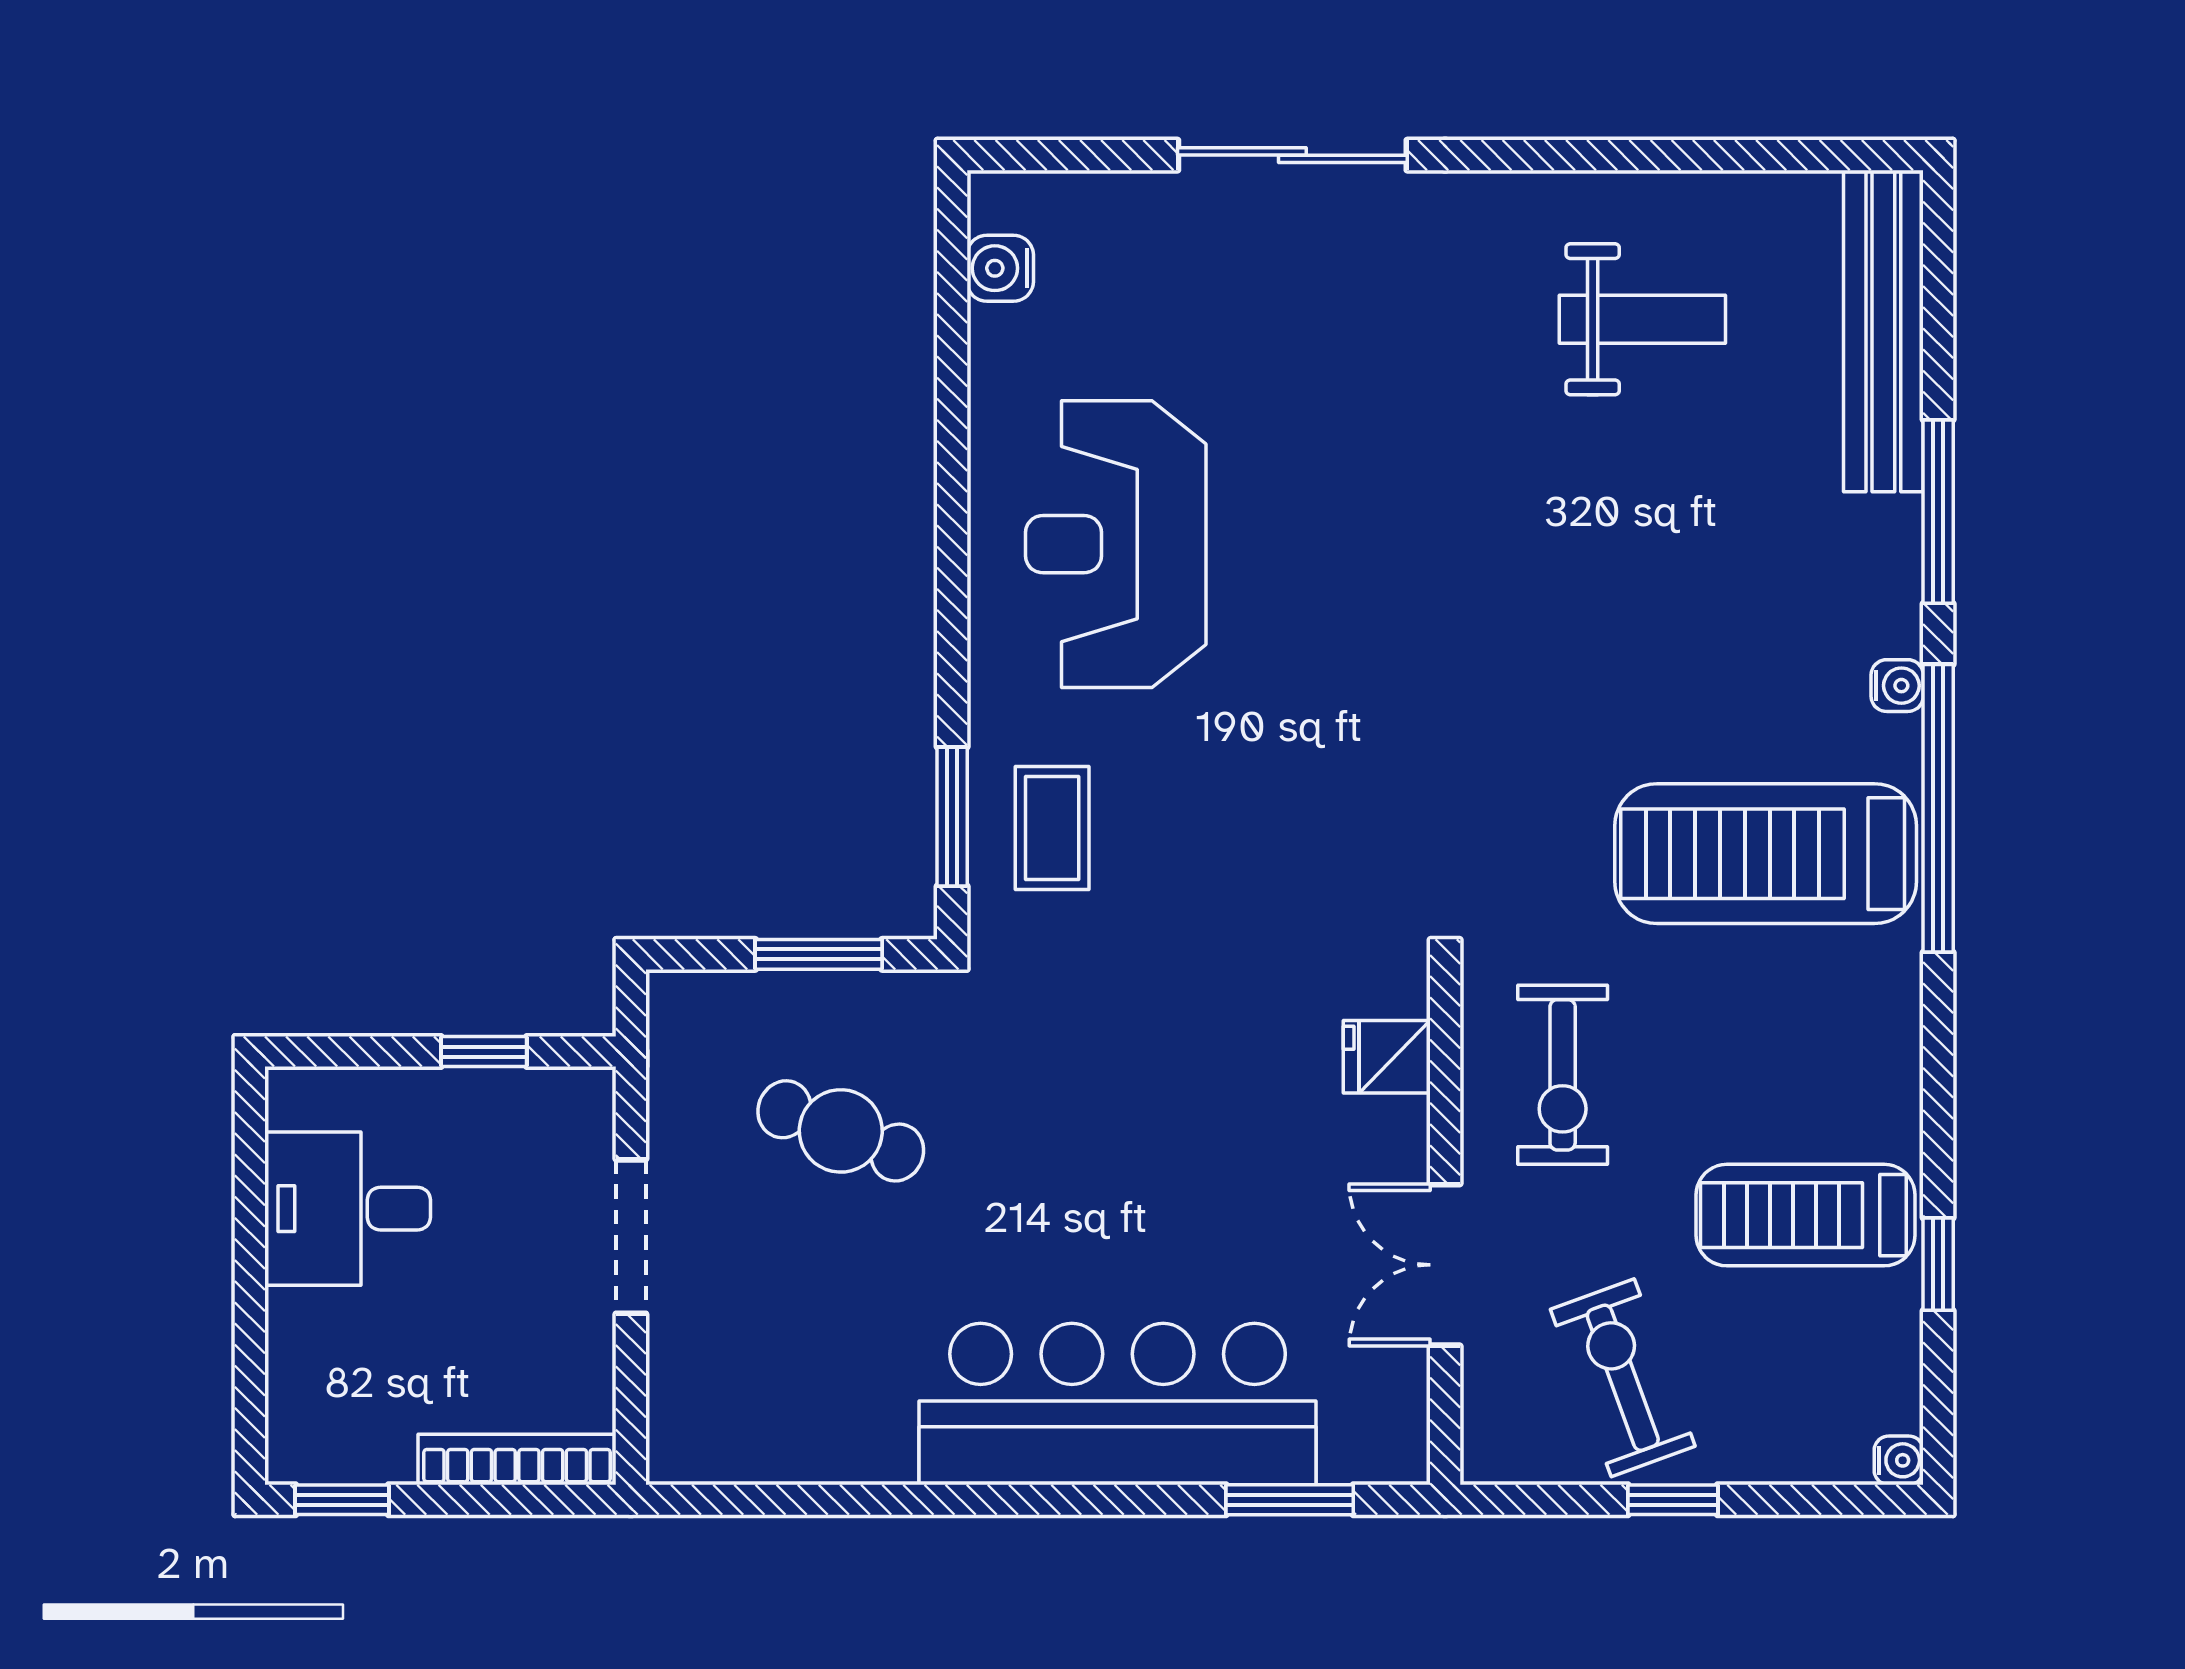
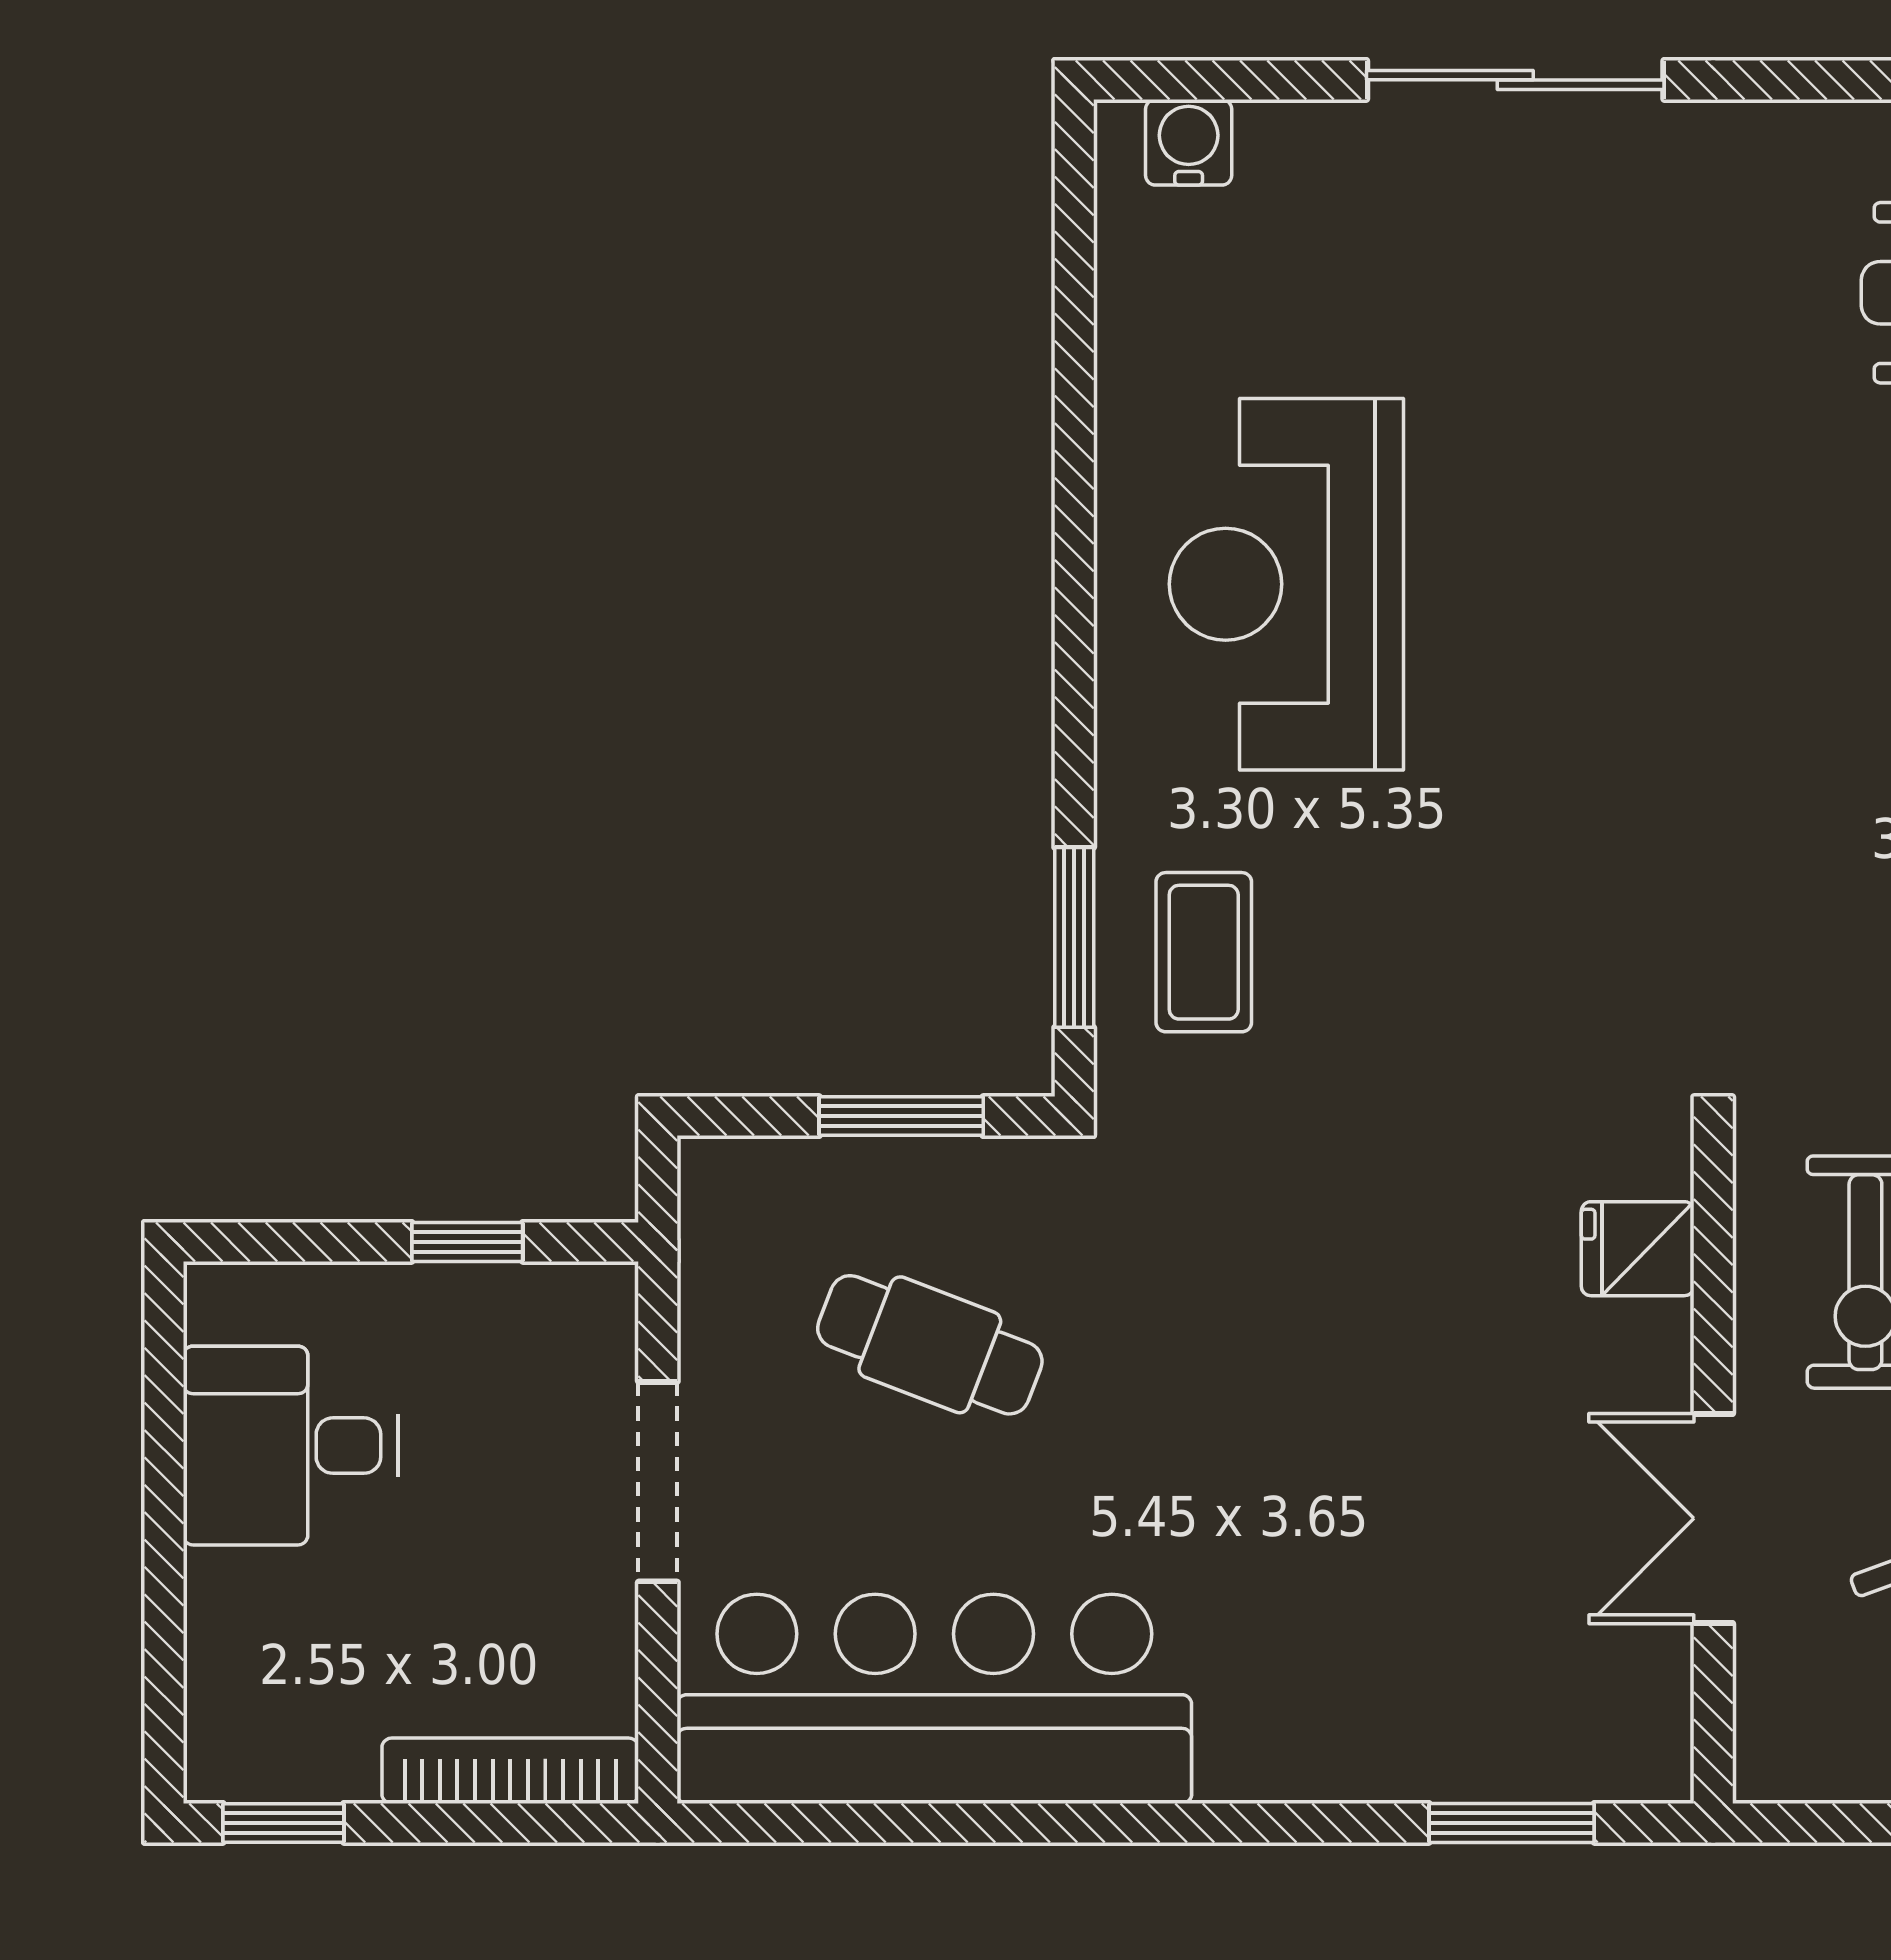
water cooler: (1000, 268) -> (1189, 142), moved, turned 90
bar counter: (1118, 1404) -> (934, 1699), moved

